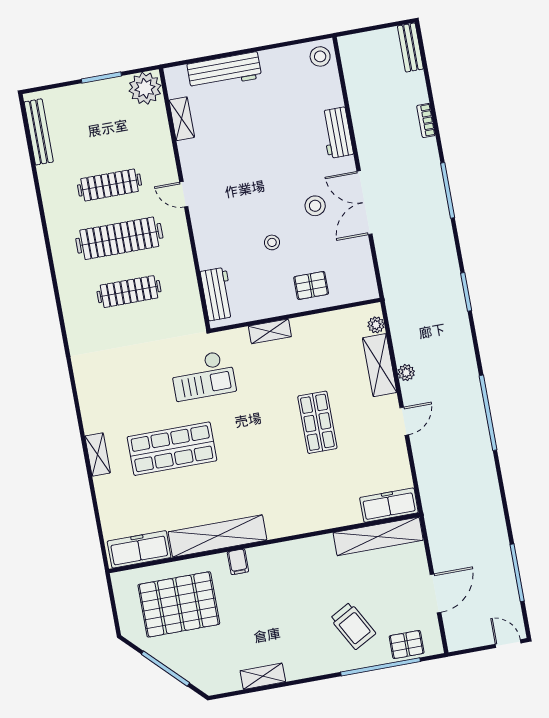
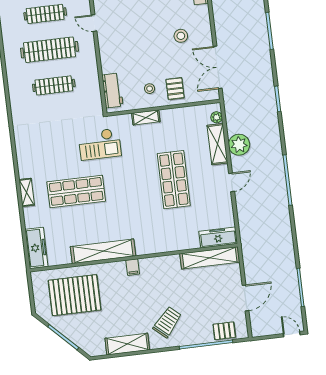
double door: (365, 203) -> (218, 67), moved
stool: (272, 242) -> (150, 89), moved
pallet: (311, 285) -> (175, 89), turned 90
plant: (406, 373) -> (239, 145), width x1.88, depth x1.88
shop shelf: (317, 422) -> (174, 180), width x1.43, depth x1.36
freezer: (139, 549) -> (36, 248), moved, turned 90
filing cabinet: (238, 562) -> (133, 267), moved
trolley: (353, 626) -> (167, 322), moved, turned -110
shelving: (263, 676) -> (127, 344), width x1.50, depth x1.33

